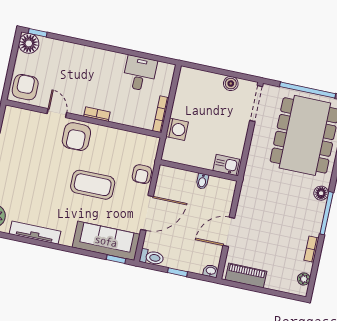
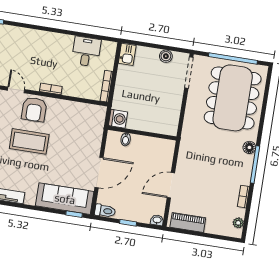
washing machine: (177, 129) -> (118, 119), moved
kitchen sink: (226, 165) -> (127, 54), moved, turned 90
armchair: (142, 174) -> (93, 139), removed
bidet: (202, 181) -> (126, 139), moved
coffee table: (93, 185) -> (29, 141), moved

